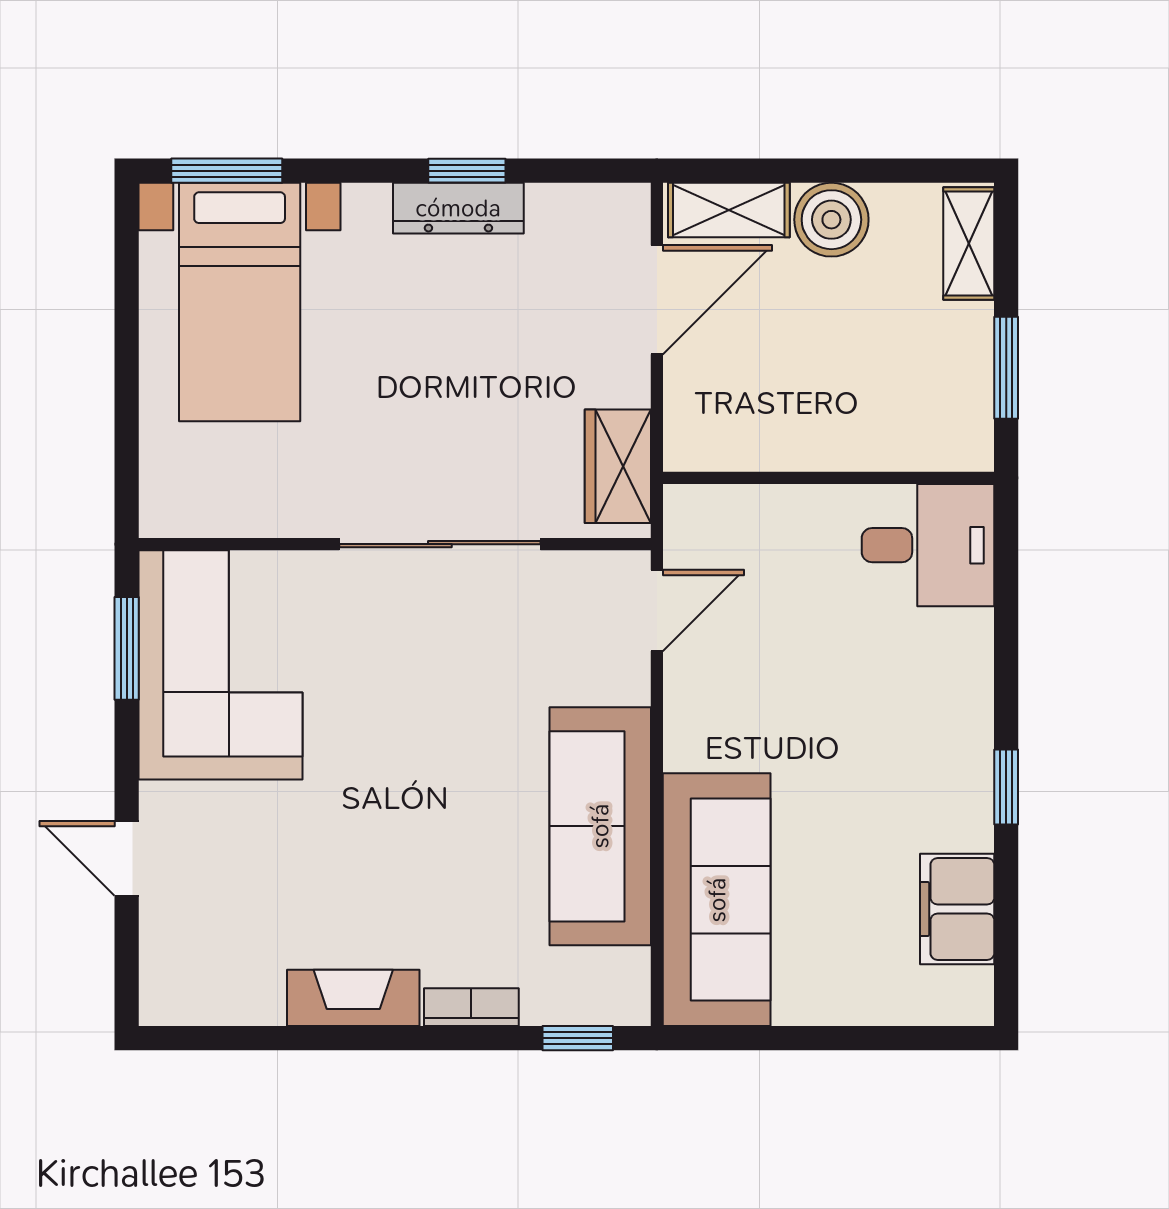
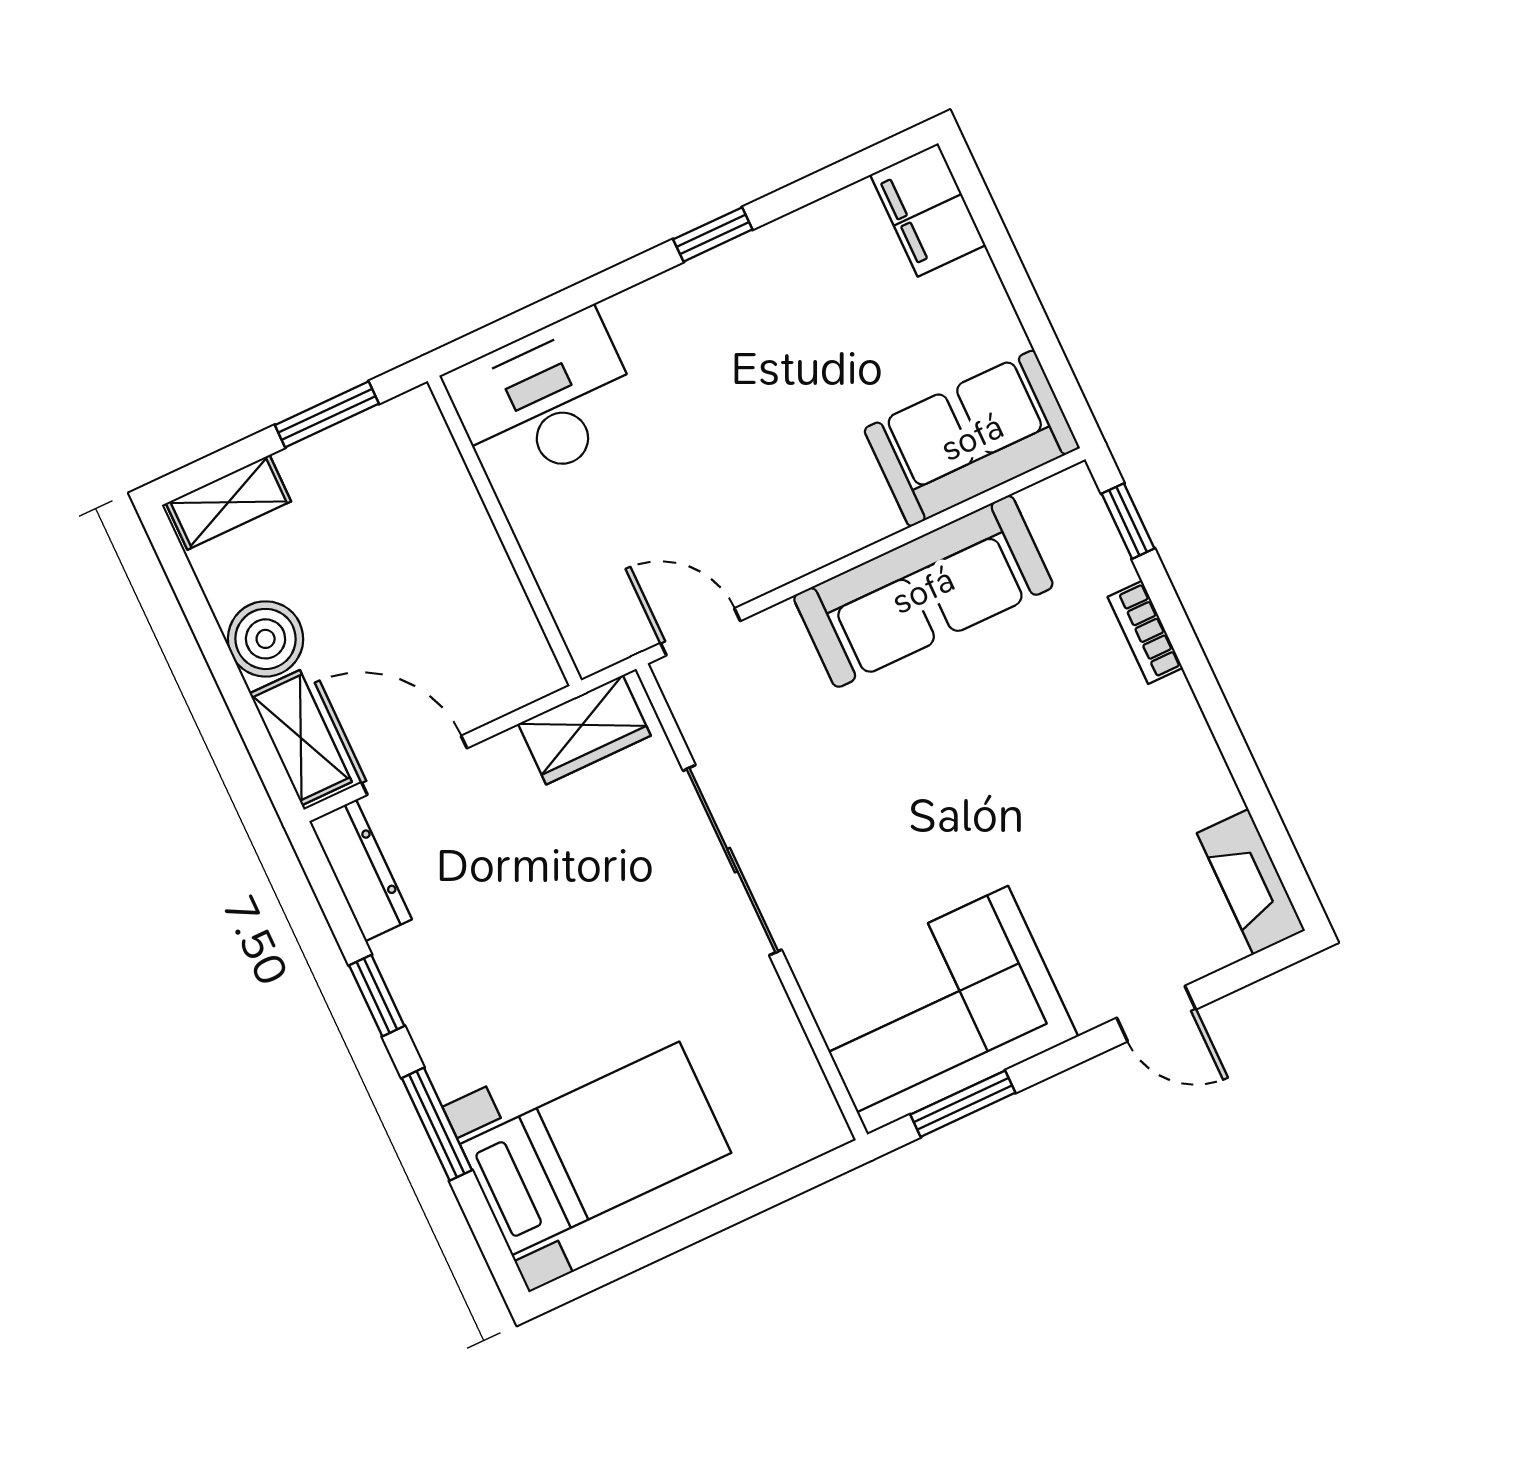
window: (227, 171) -> (437, 1124), moved
dresser: (458, 208) -> (361, 870), moved
desk: (928, 545) -> (545, 400), width x1.37
door: (127, 858) -> (1156, 1014), hinge flipped
sofa: (717, 900) -> (972, 438), width x0.73
filing cabinet: (957, 909) -> (928, 210), moved, turned 90
fireplace: (353, 998) -> (1251, 882), moved

